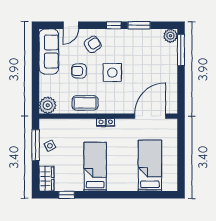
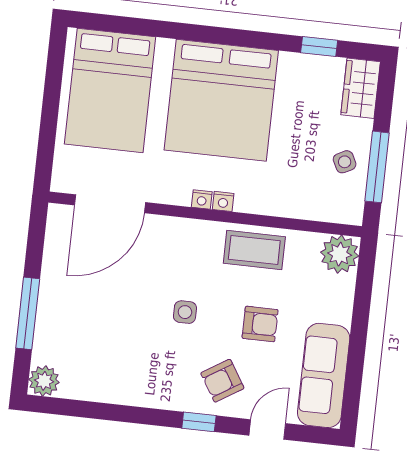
window: (114, 25) -> (199, 422), moved
window: (139, 25) -> (113, 412), removed
window: (181, 50) -> (28, 313), moved
side table: (112, 72) -> (185, 312), width x0.54, depth x0.54
bed: (150, 166) -> (110, 90), width x1.50
bed: (95, 167) -> (221, 100), width x2.04

